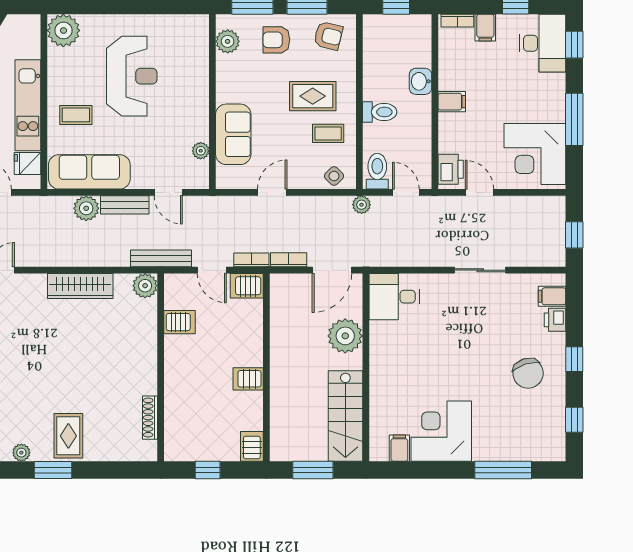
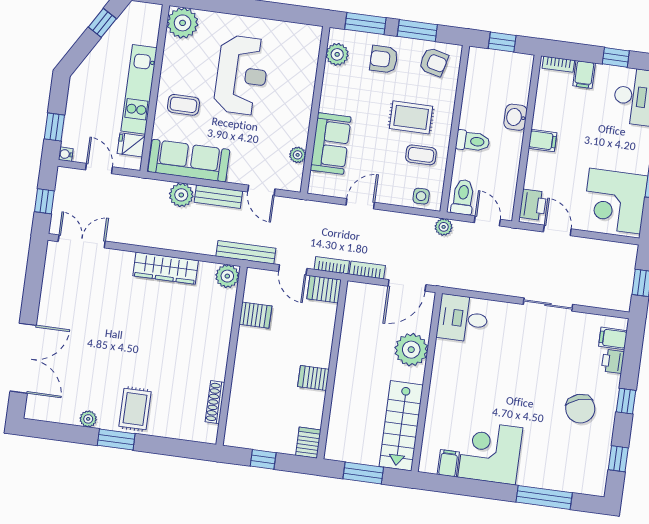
side table: (334, 176) -> (421, 196), turned 45

